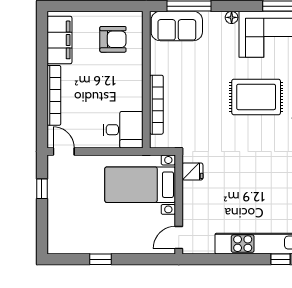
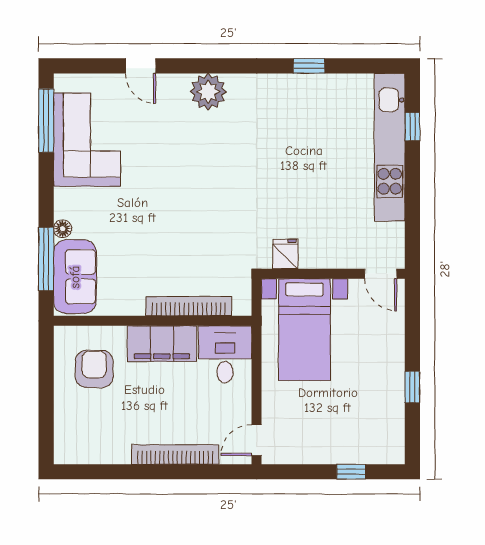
floor lamp: (232, 17) -> (63, 229), moved
filing cabinet: (59, 40) -> (162, 344), moved, turned 180
rug: (256, 97) -> (178, 162), removed
window: (42, 189) -> (351, 472), moved

